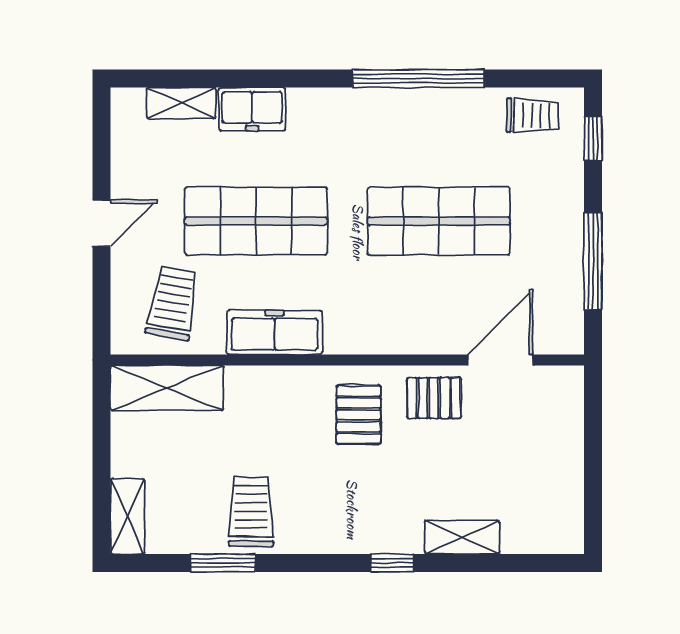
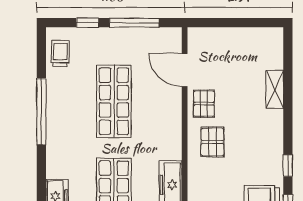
window: (593, 139) -> (88, 23), moved
pallet: (359, 415) -> (212, 142), turned 90
window: (392, 563) -> (288, 166), moved

